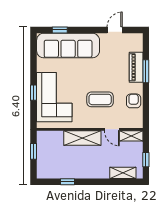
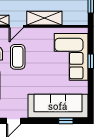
coffee table: (100, 99) -> (18, 57), moved, turned 90
door: (112, 129) -> (16, 26), swing flipped

